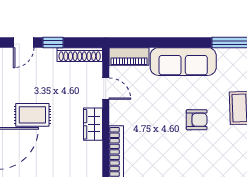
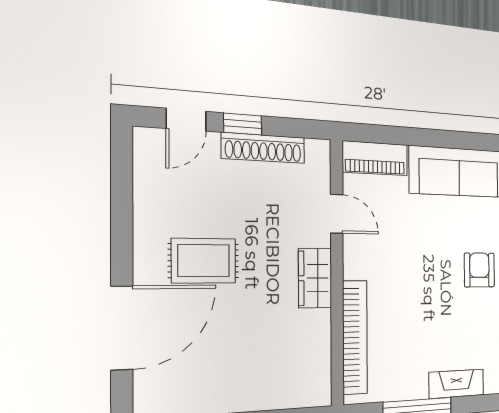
shoe rack: (80, 55) -> (263, 148), moved
armchair: (197, 120) -> (479, 270), turned -90

